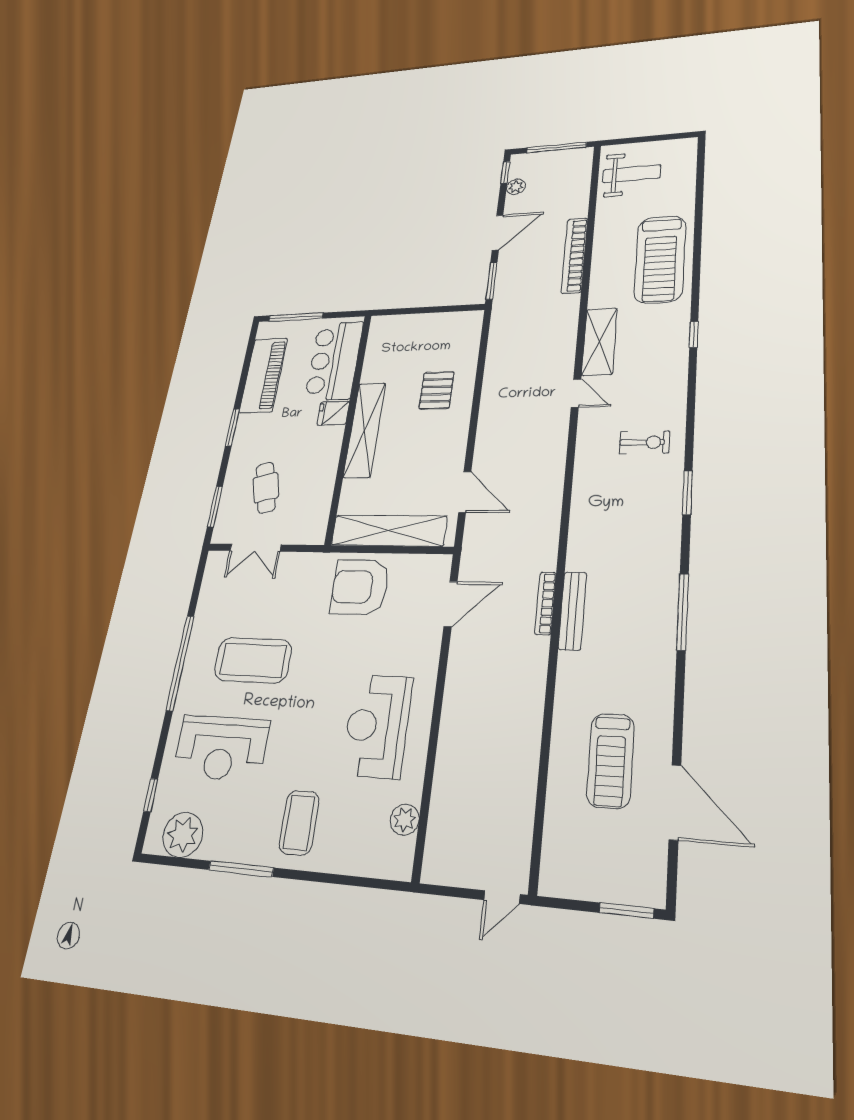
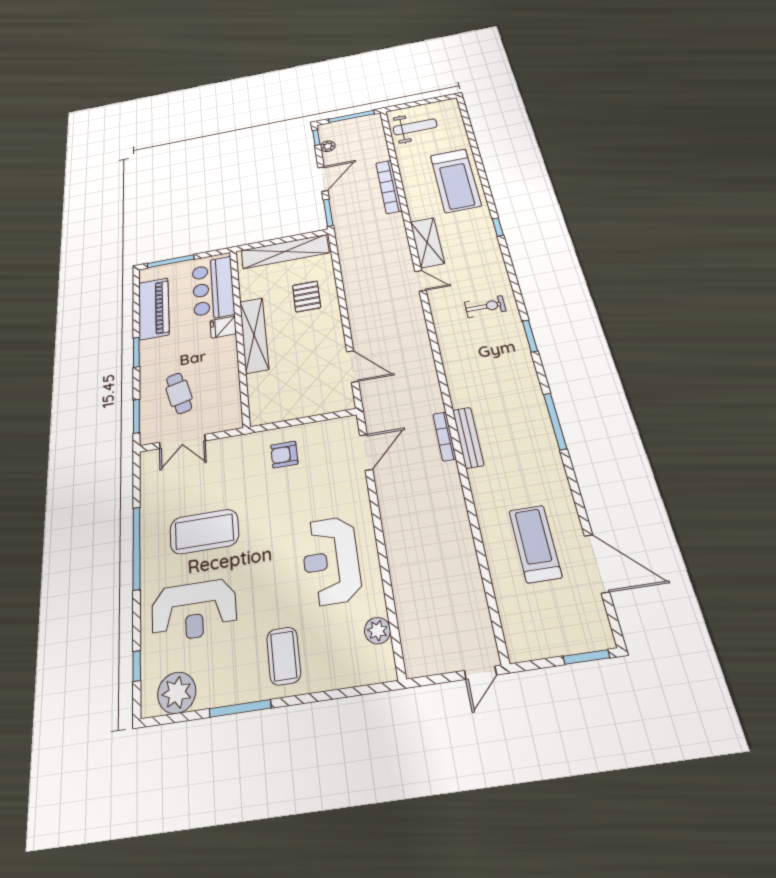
shelving: (389, 531) -> (285, 252), moved
armchair: (360, 587) -> (284, 455), width x0.53, depth x0.53
treadmill: (610, 761) -> (535, 544), turned 180

